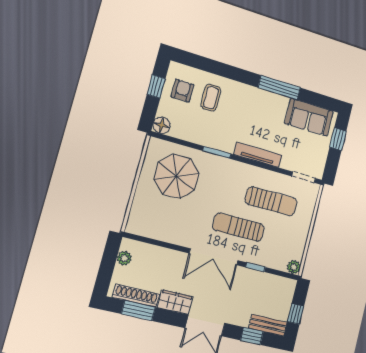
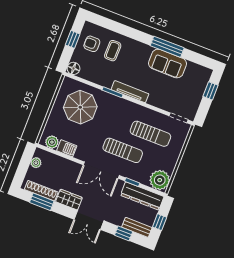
armchair: (182, 91) -> (92, 44), turned -90
sofa: (309, 117) -> (168, 63), moved
tv unit: (258, 155) -> (130, 92), moved
sun lounger: (239, 227) -> (123, 150), turned 180
plant: (143, 228) -> (52, 142), added
barbecue: (165, 233) -> (67, 148), added
plant: (294, 267) -> (160, 180), width x1.87, depth x1.87
dresser: (270, 283) -> (142, 196), added

